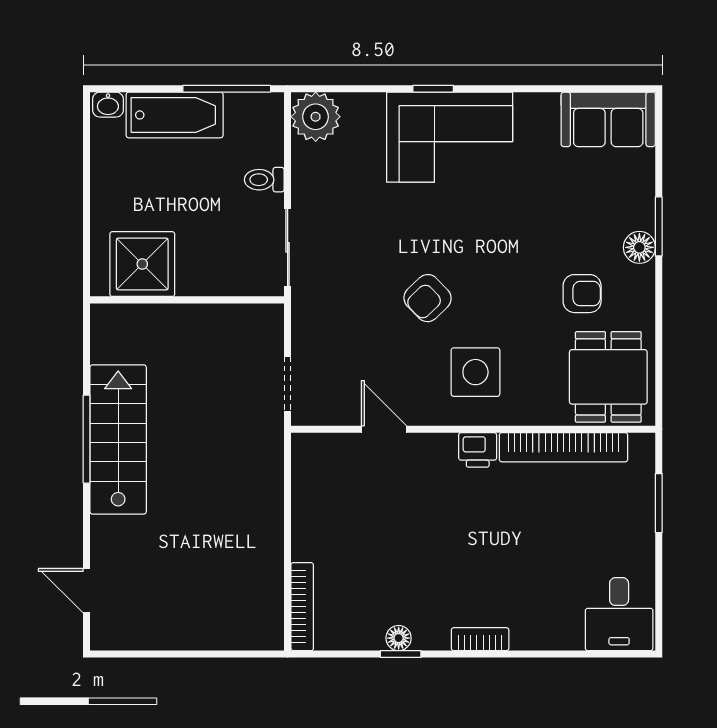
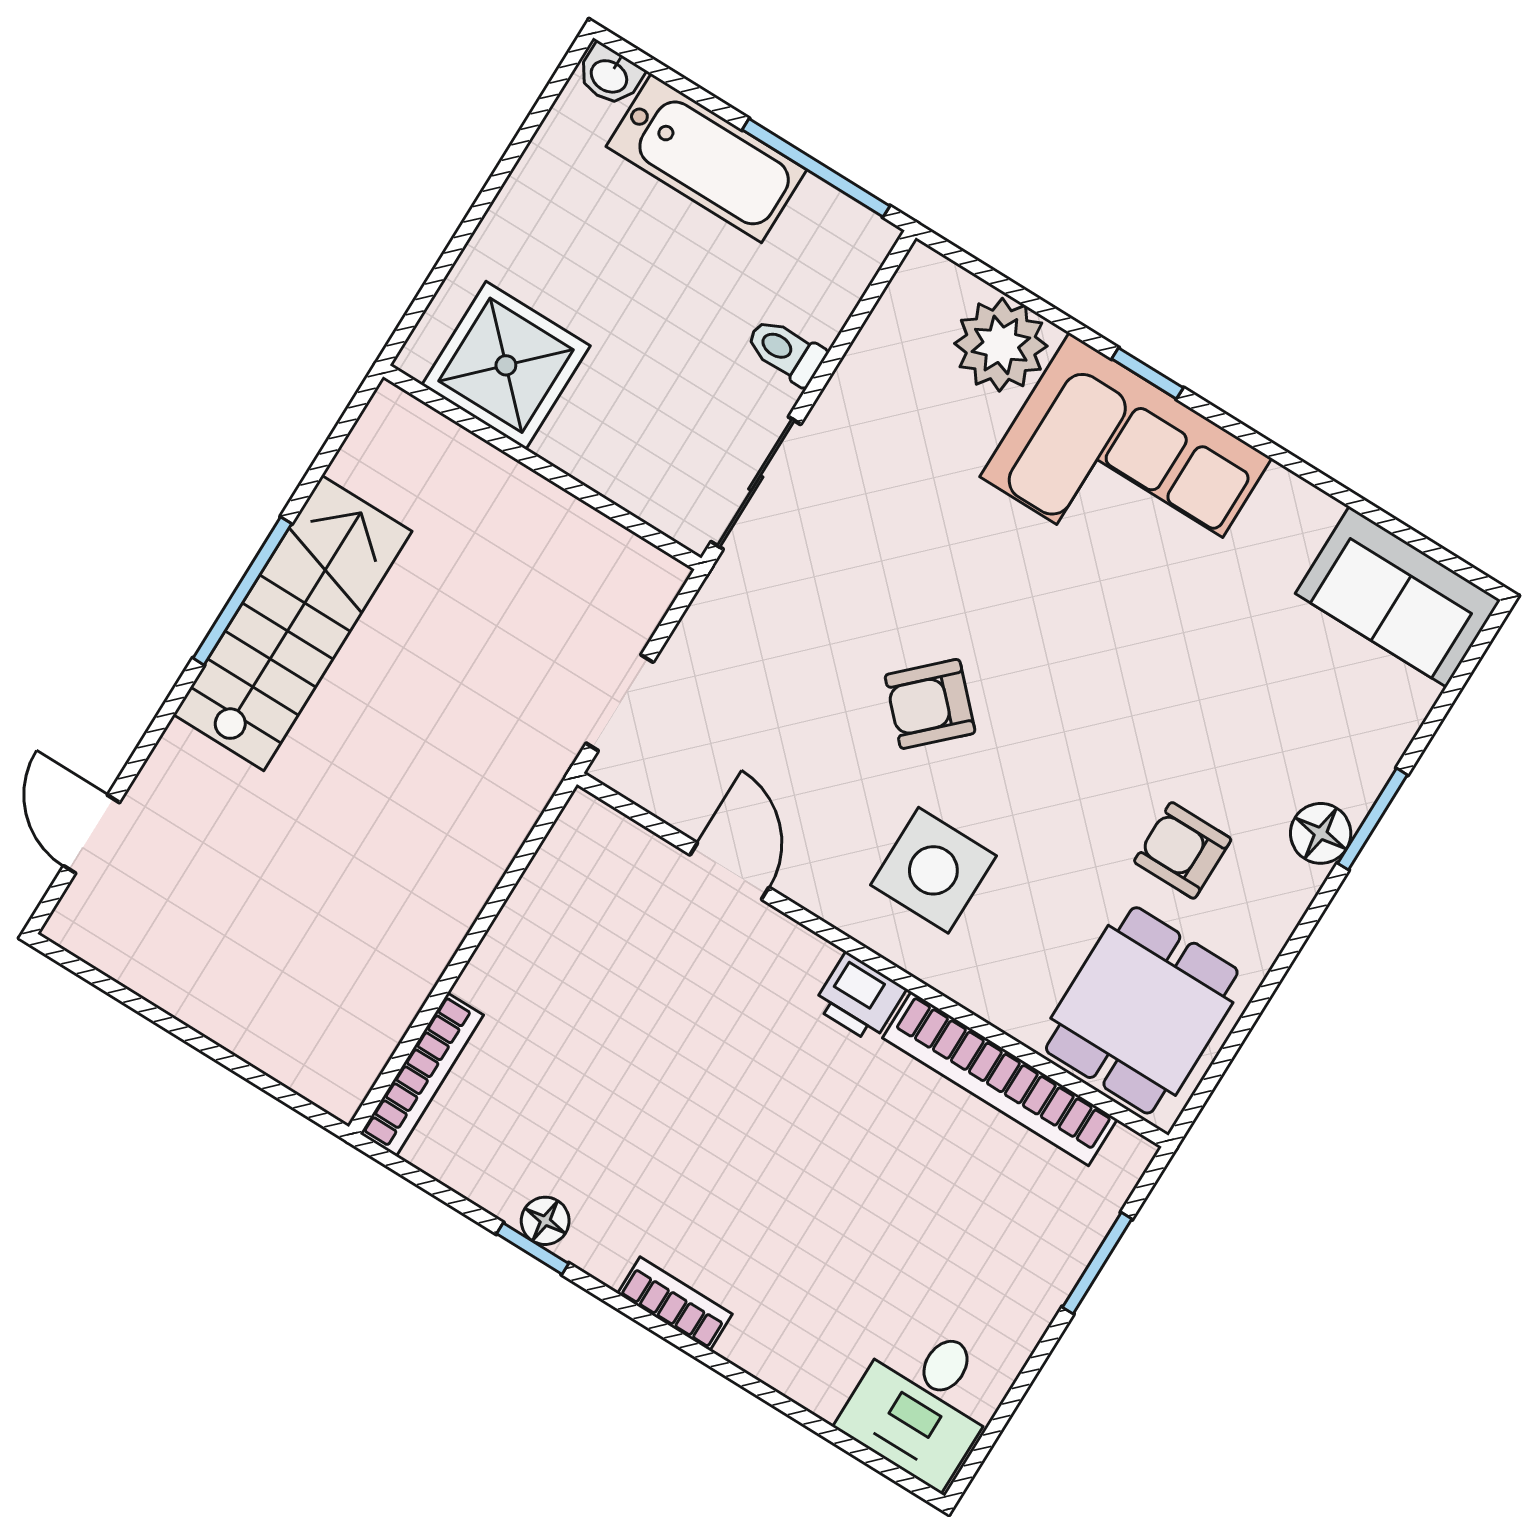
plant: (316, 117) -> (1001, 345), moved
armchair: (582, 294) -> (1183, 850), turned 180

